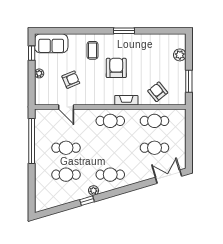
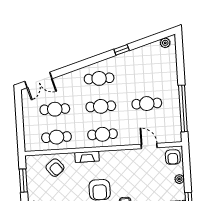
armchair: (71, 80) -> (173, 157), moved, turned -67
cafe table: (66, 175) -> (101, 106), moved
plant: (94, 191) -> (165, 43), moved

